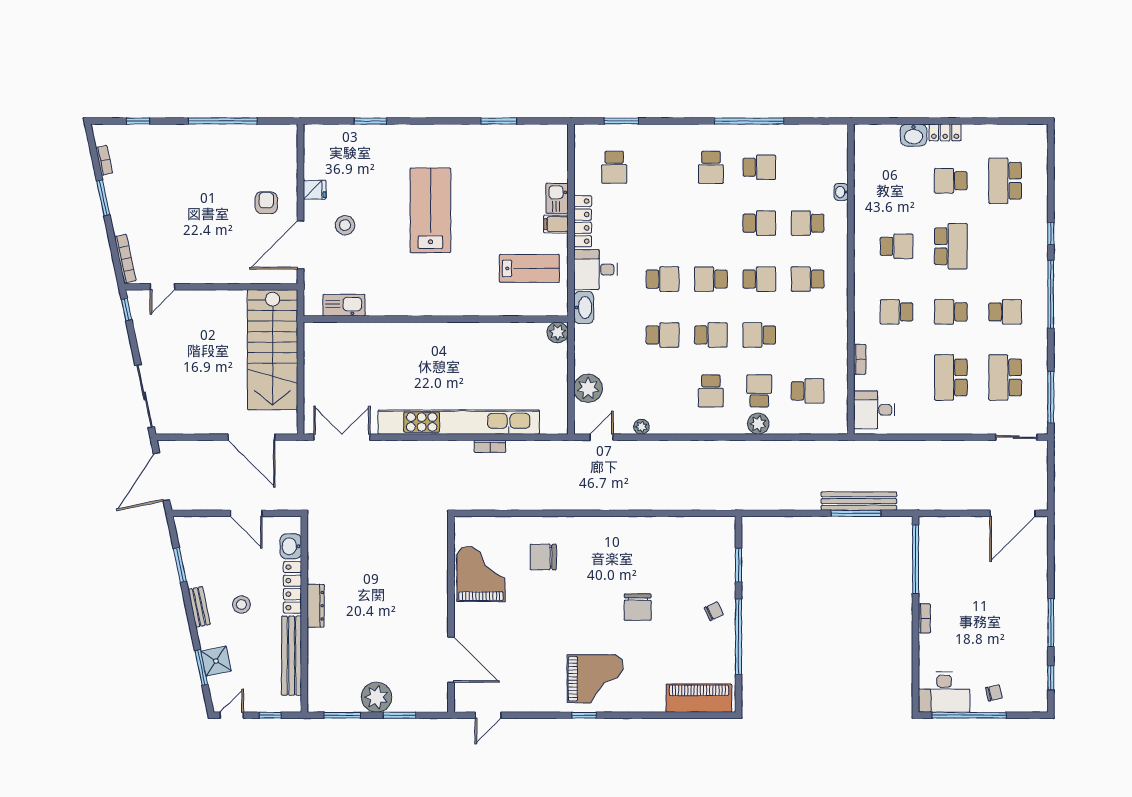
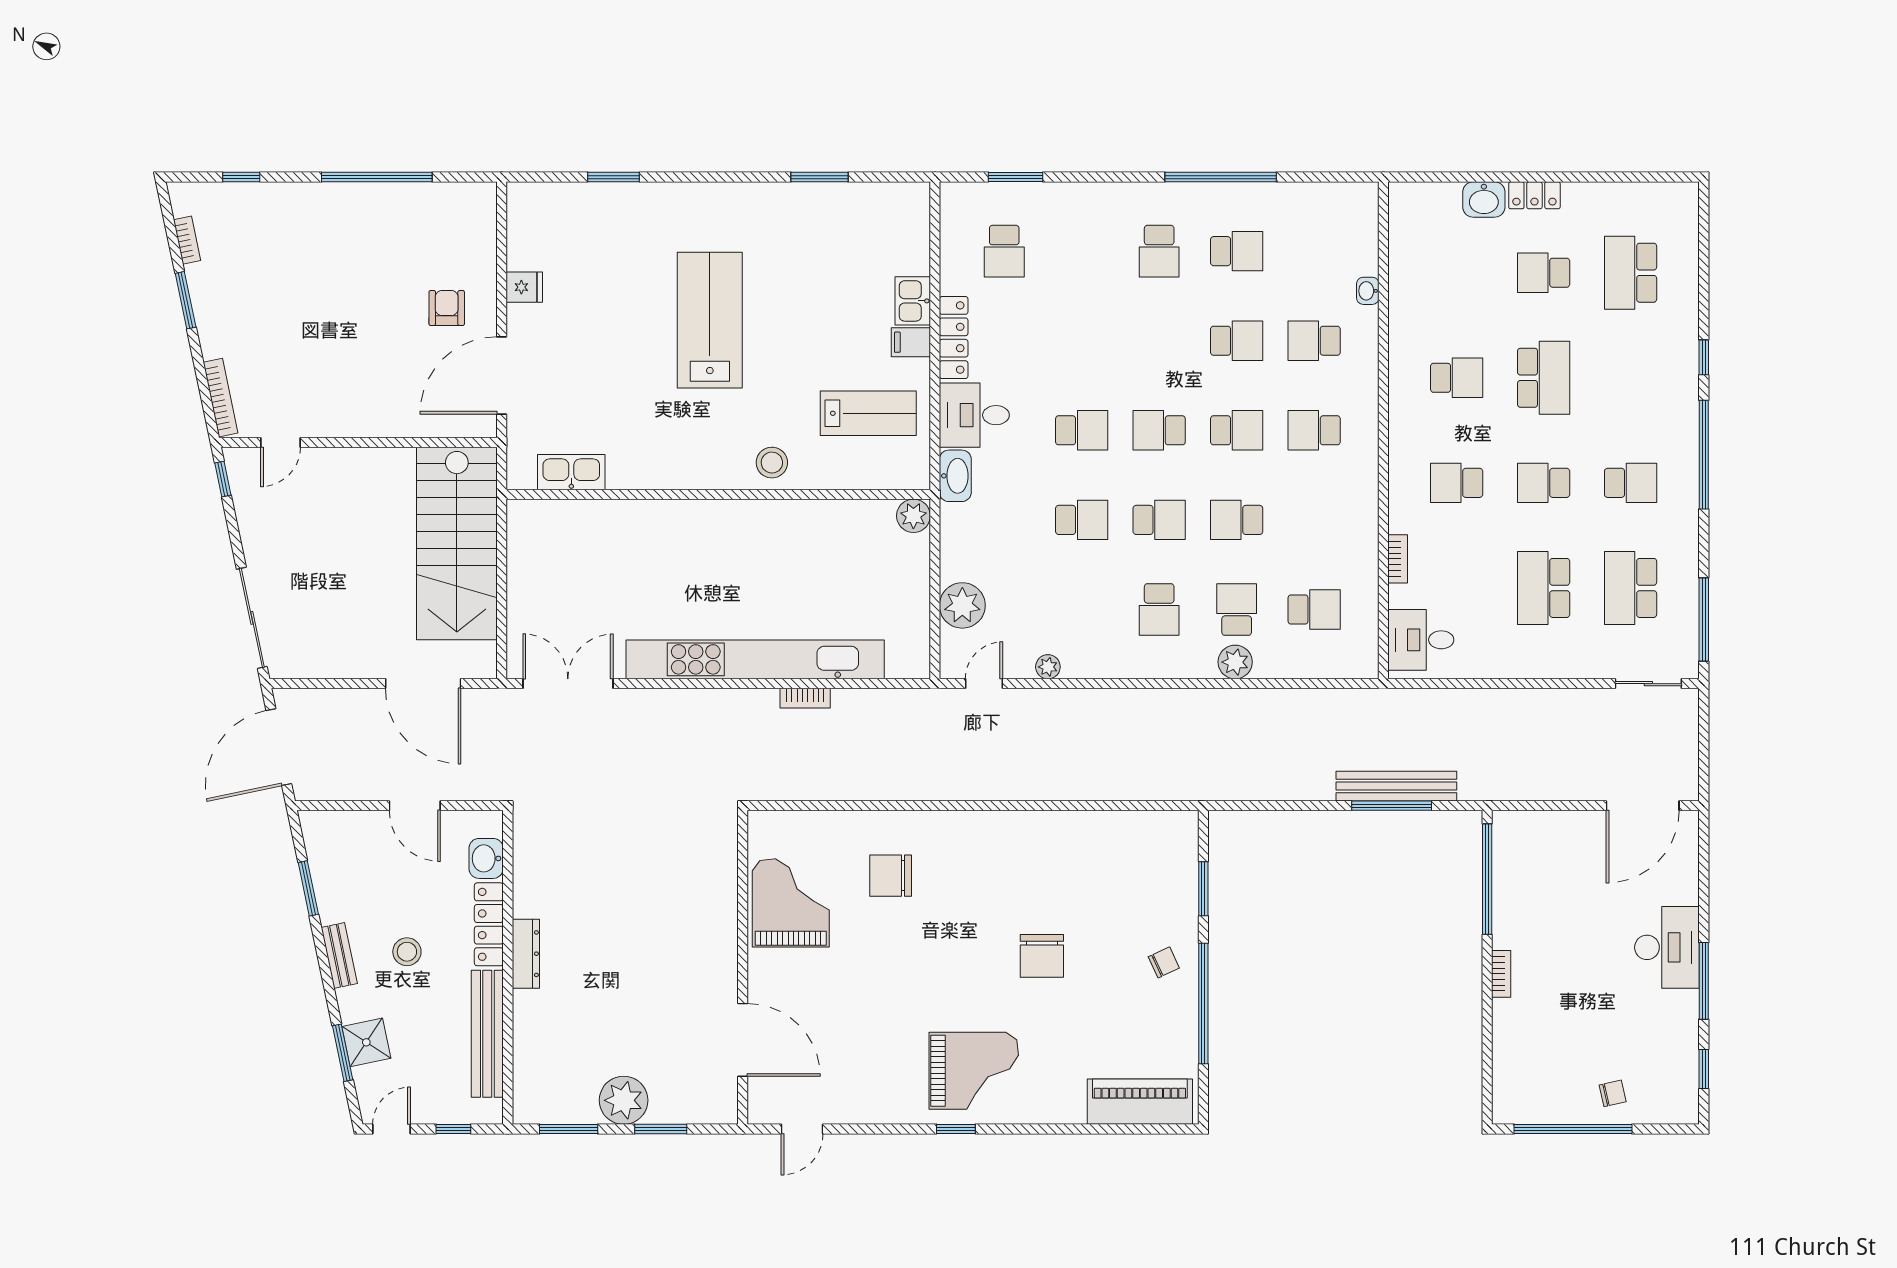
stool: (345, 225) -> (772, 463), moved
desk: (944, 692) -> (1667, 947), moved, turned -90

